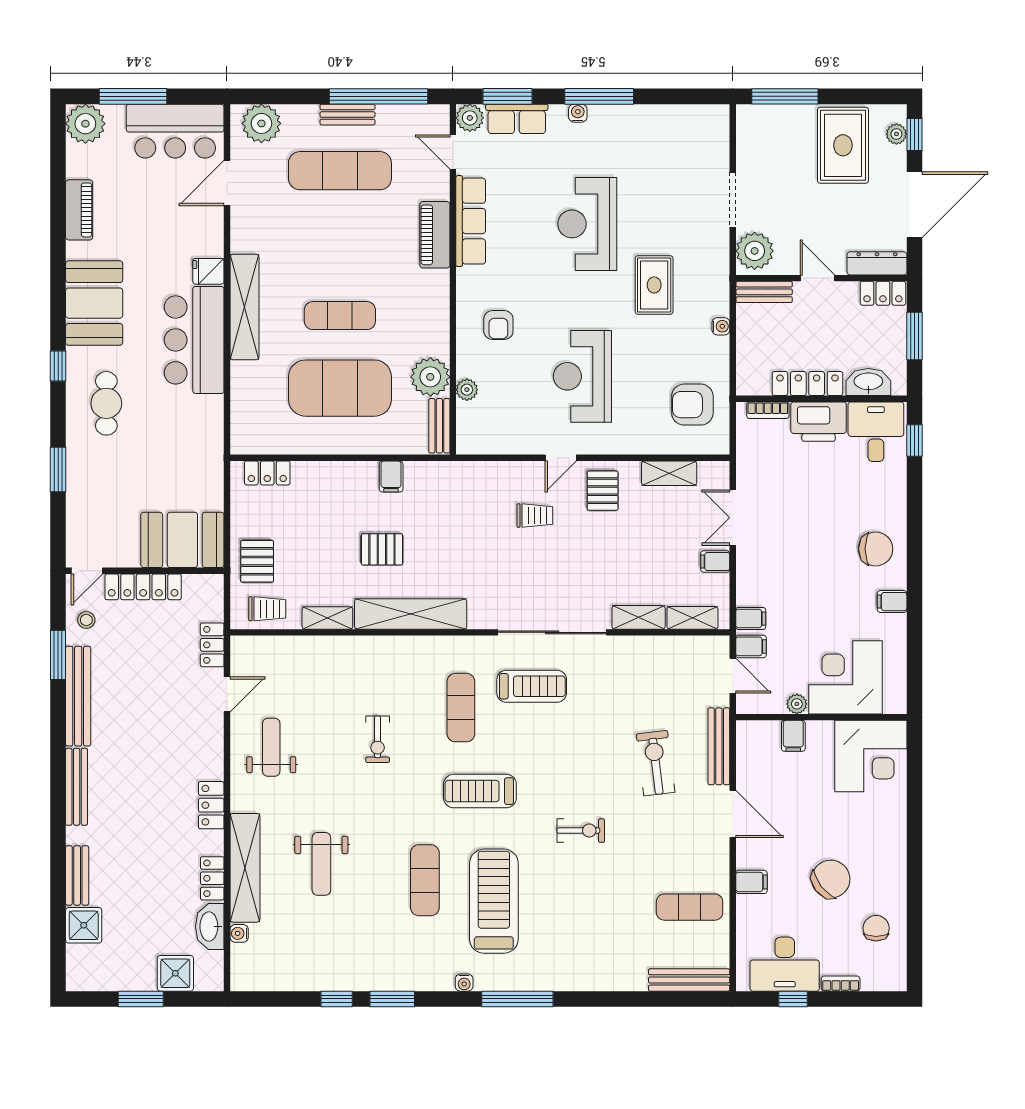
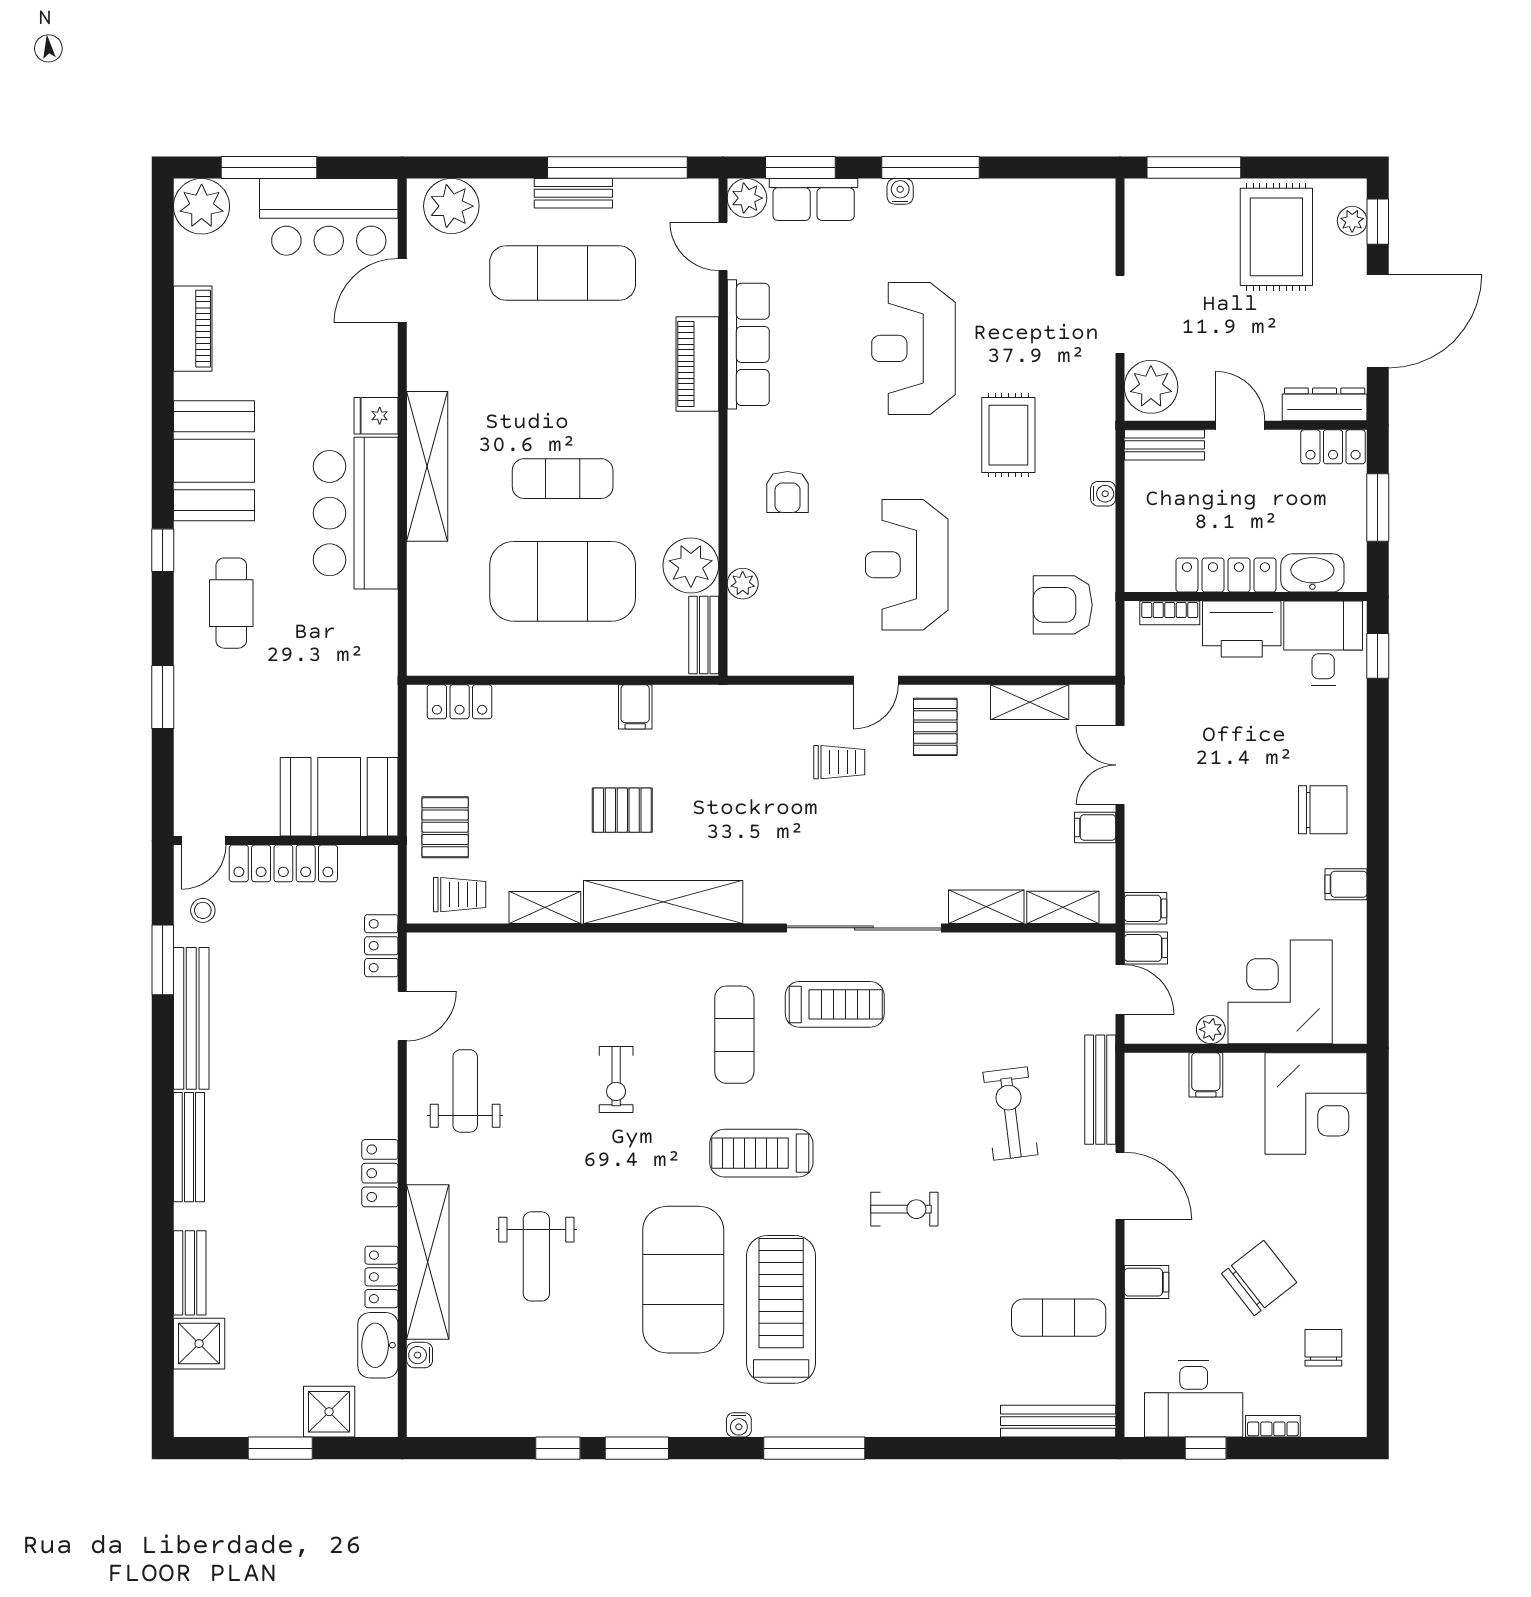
exercise mat: (425, 880) -> (683, 1280), width x2.00, depth x1.45

